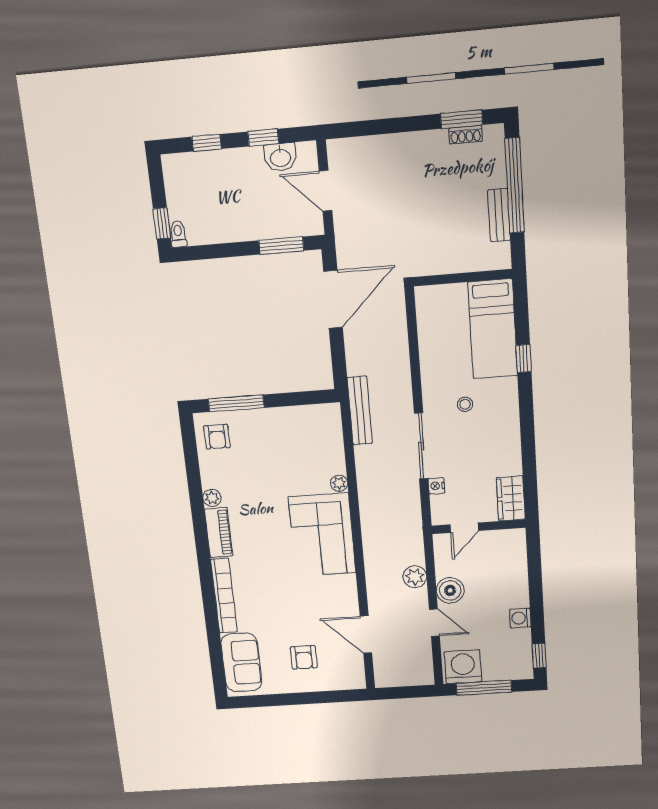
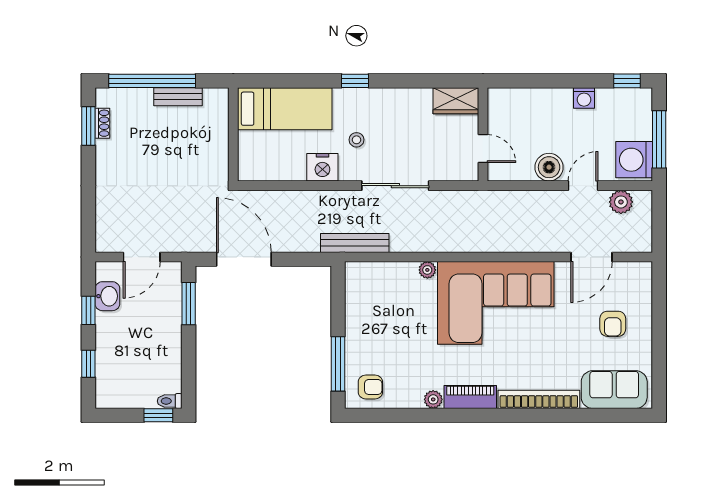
window: (524, 358) -> (355, 81), moved
nightstand: (436, 486) -> (322, 167), moved, width x1.89, depth x1.79
corner sofa: (322, 535) -> (496, 303), width x1.36, depth x1.36
plant: (415, 577) -> (621, 202), moved
armchair: (304, 657) -> (613, 324), turned 90

